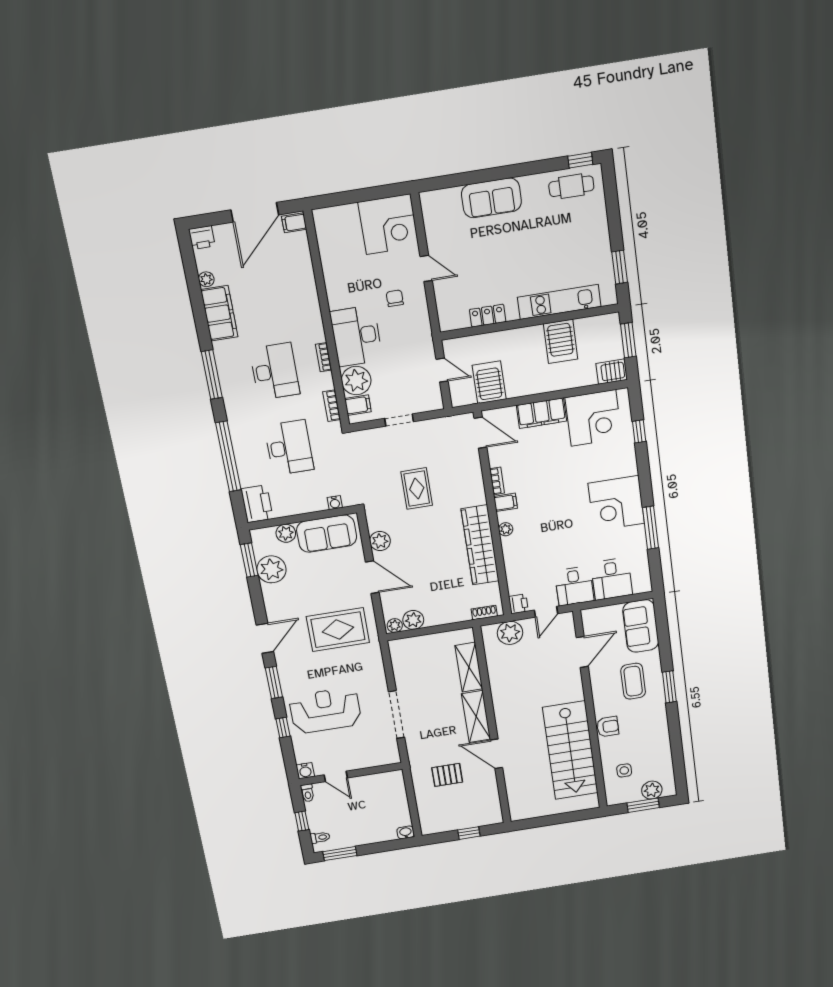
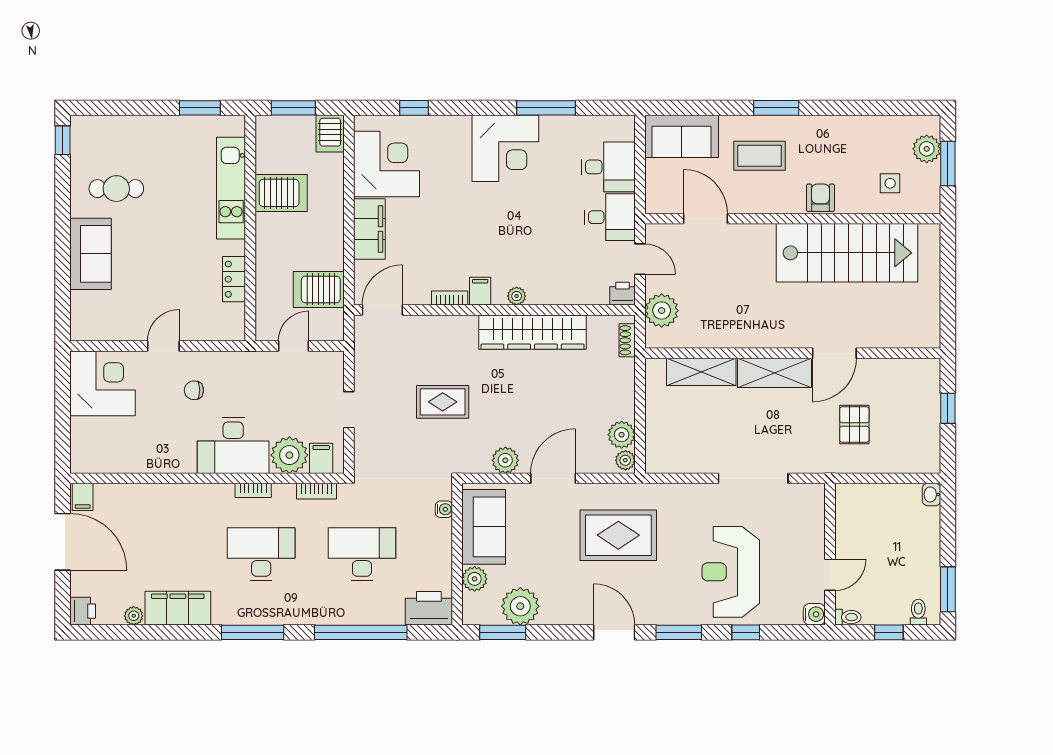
cafe table: (571, 186) -> (116, 189), moved, turned 90
rug: (338, 630) -> (618, 535), turned 90

